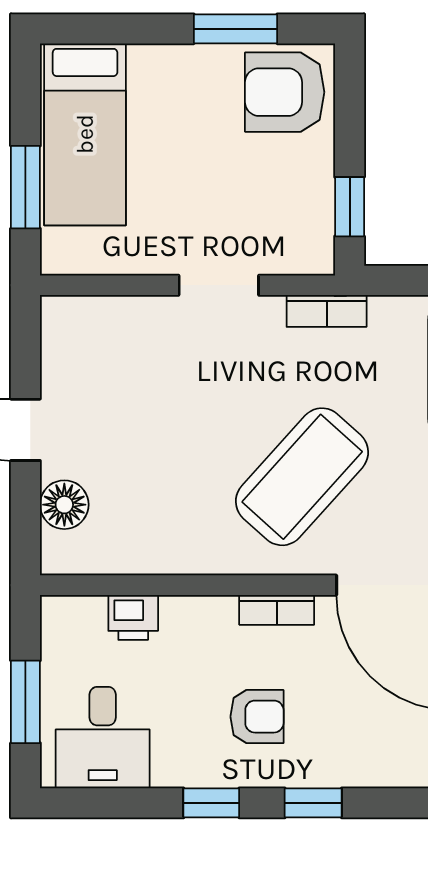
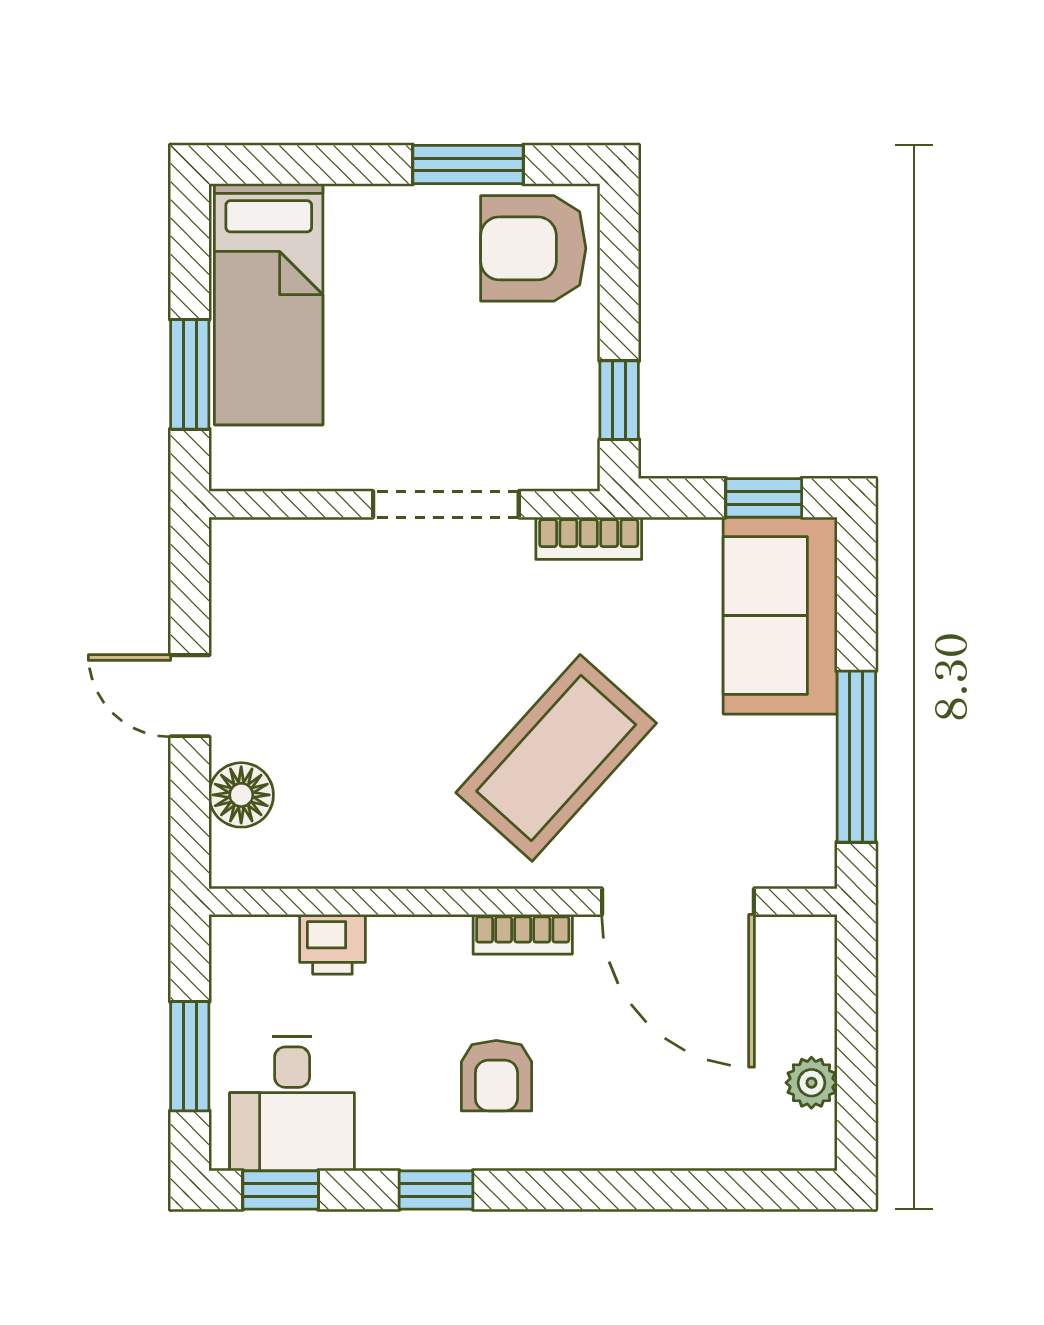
doorway: (219, 285) -> (446, 504), width x1.38
armchair: (257, 717) -> (496, 1076), turned 90
window: (313, 803) -> (281, 1190), moved

